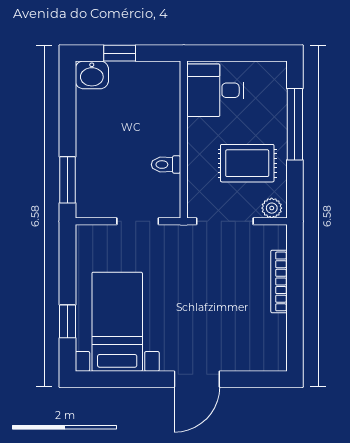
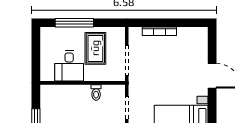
desk: (215, 90) -> (69, 66), moved
plant: (272, 208) -> (120, 35), removed

